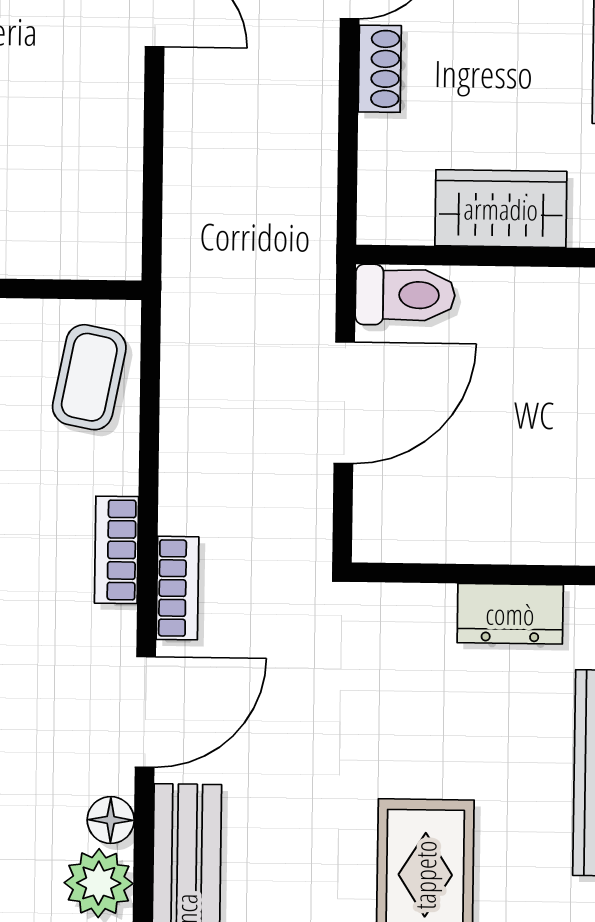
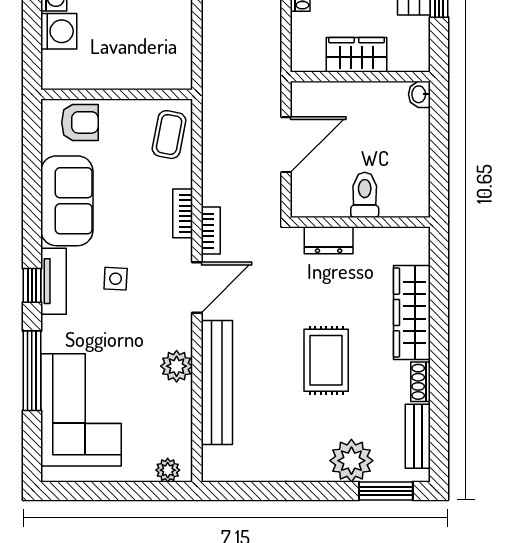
toilet: (405, 295) -> (365, 195), moved, turned -90
dresser: (510, 614) -> (329, 240), moved
floor lamp: (111, 820) -> (182, 337), removed

